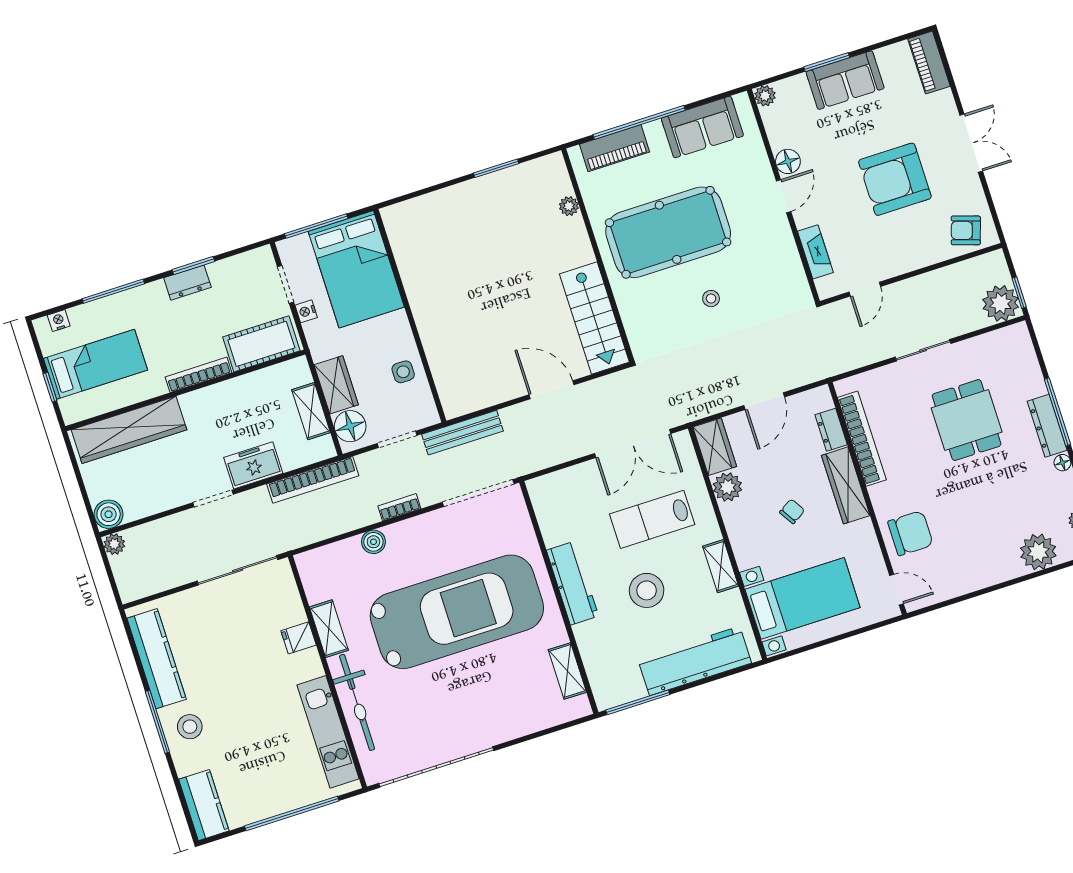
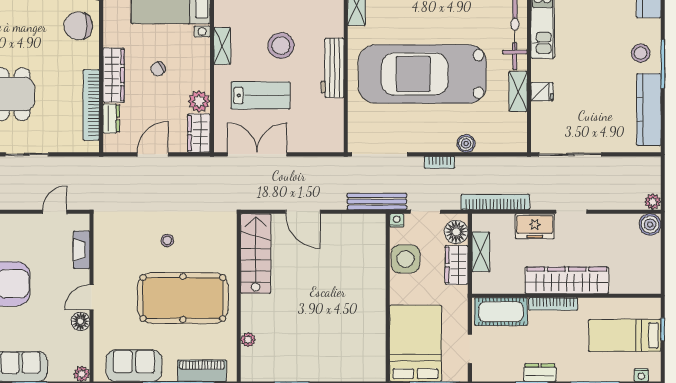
nightstand: (306, 311) -> (397, 220), moved, turned -90
side table: (403, 372) -> (405, 259), width x1.87, depth x1.87
wardrobe: (129, 430) -> (567, 280), moved

